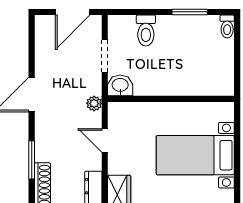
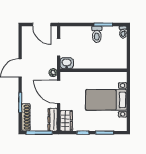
door: (73, 12) -> (42, 24), hinge flipped
toilet: (146, 31) -> (97, 34), moved
door: (105, 140) -> (59, 92), width x1.87

